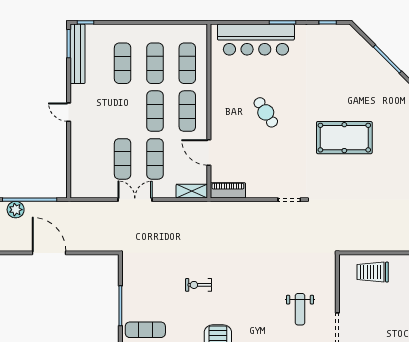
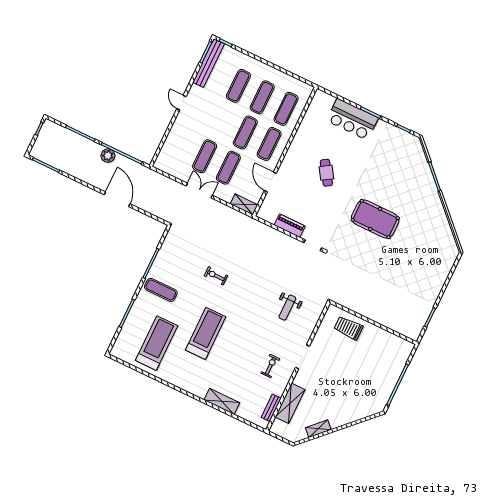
bar counter: (256, 40) -> (352, 119), width x0.73
piano: (228, 190) -> (290, 226), moved
weight bench: (300, 309) -> (287, 308), moved

